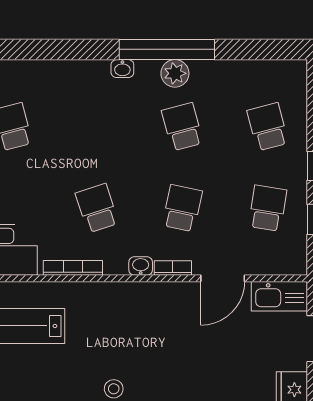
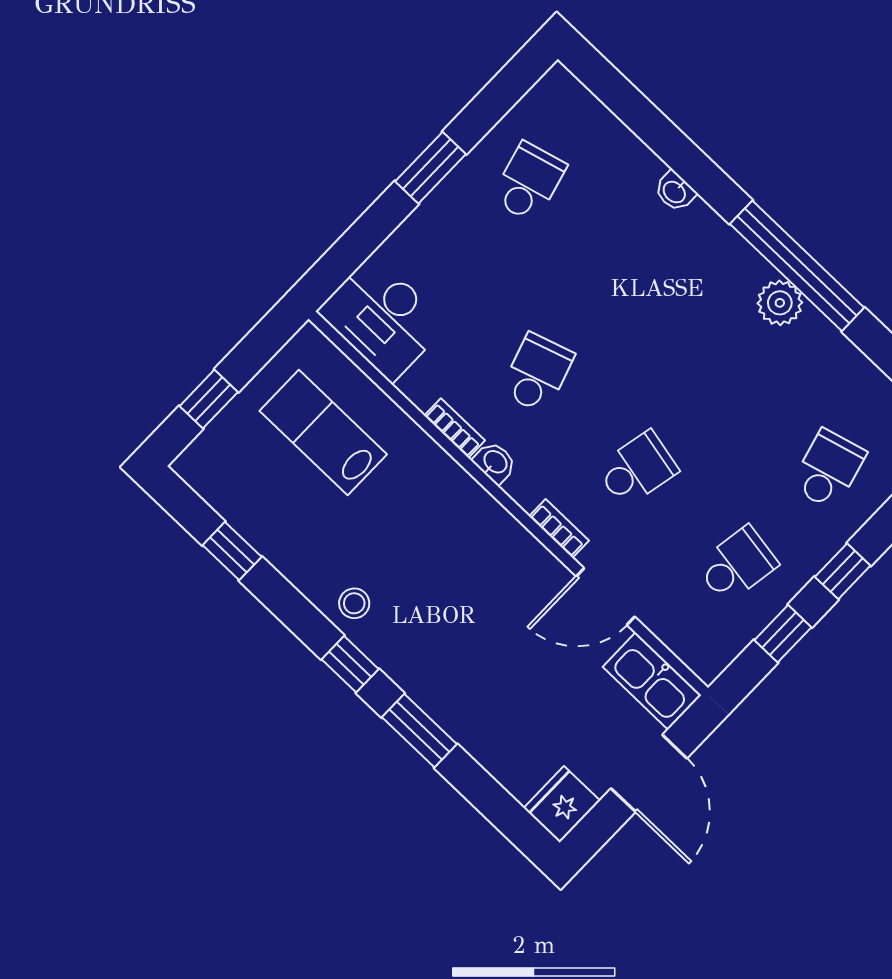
washbasin: (122, 69) -> (675, 191), moved
school desk: (182, 127) -> (729, 374), removed
washbasin: (141, 266) -> (495, 462), moved
bookcase: (73, 268) -> (455, 428), width x0.64

